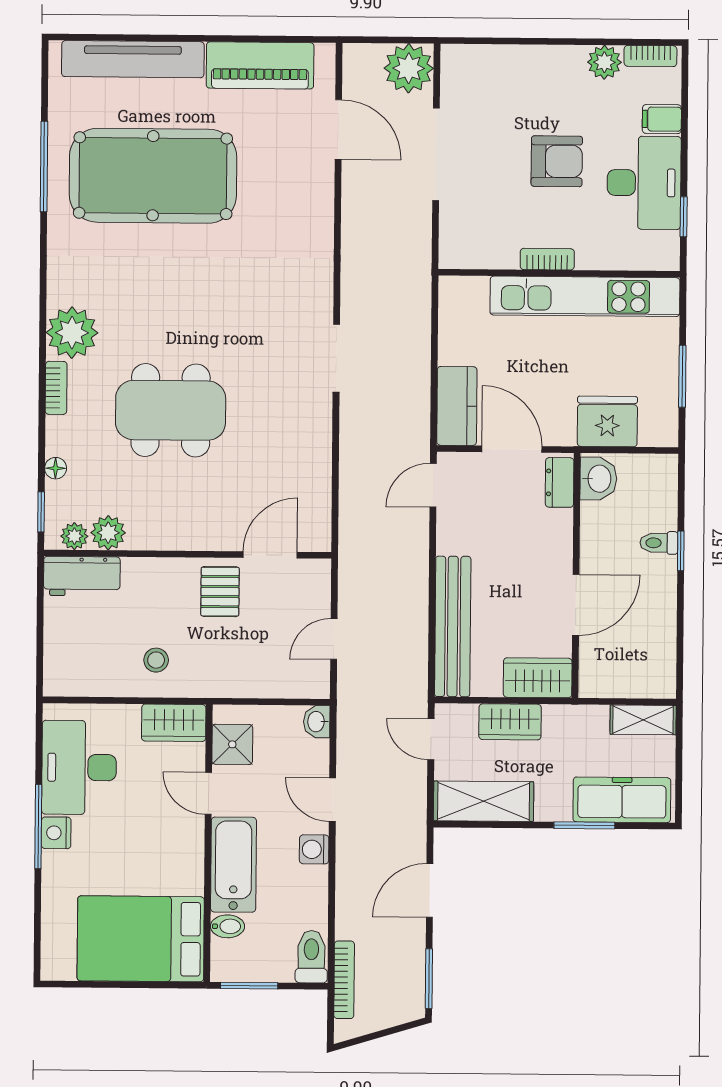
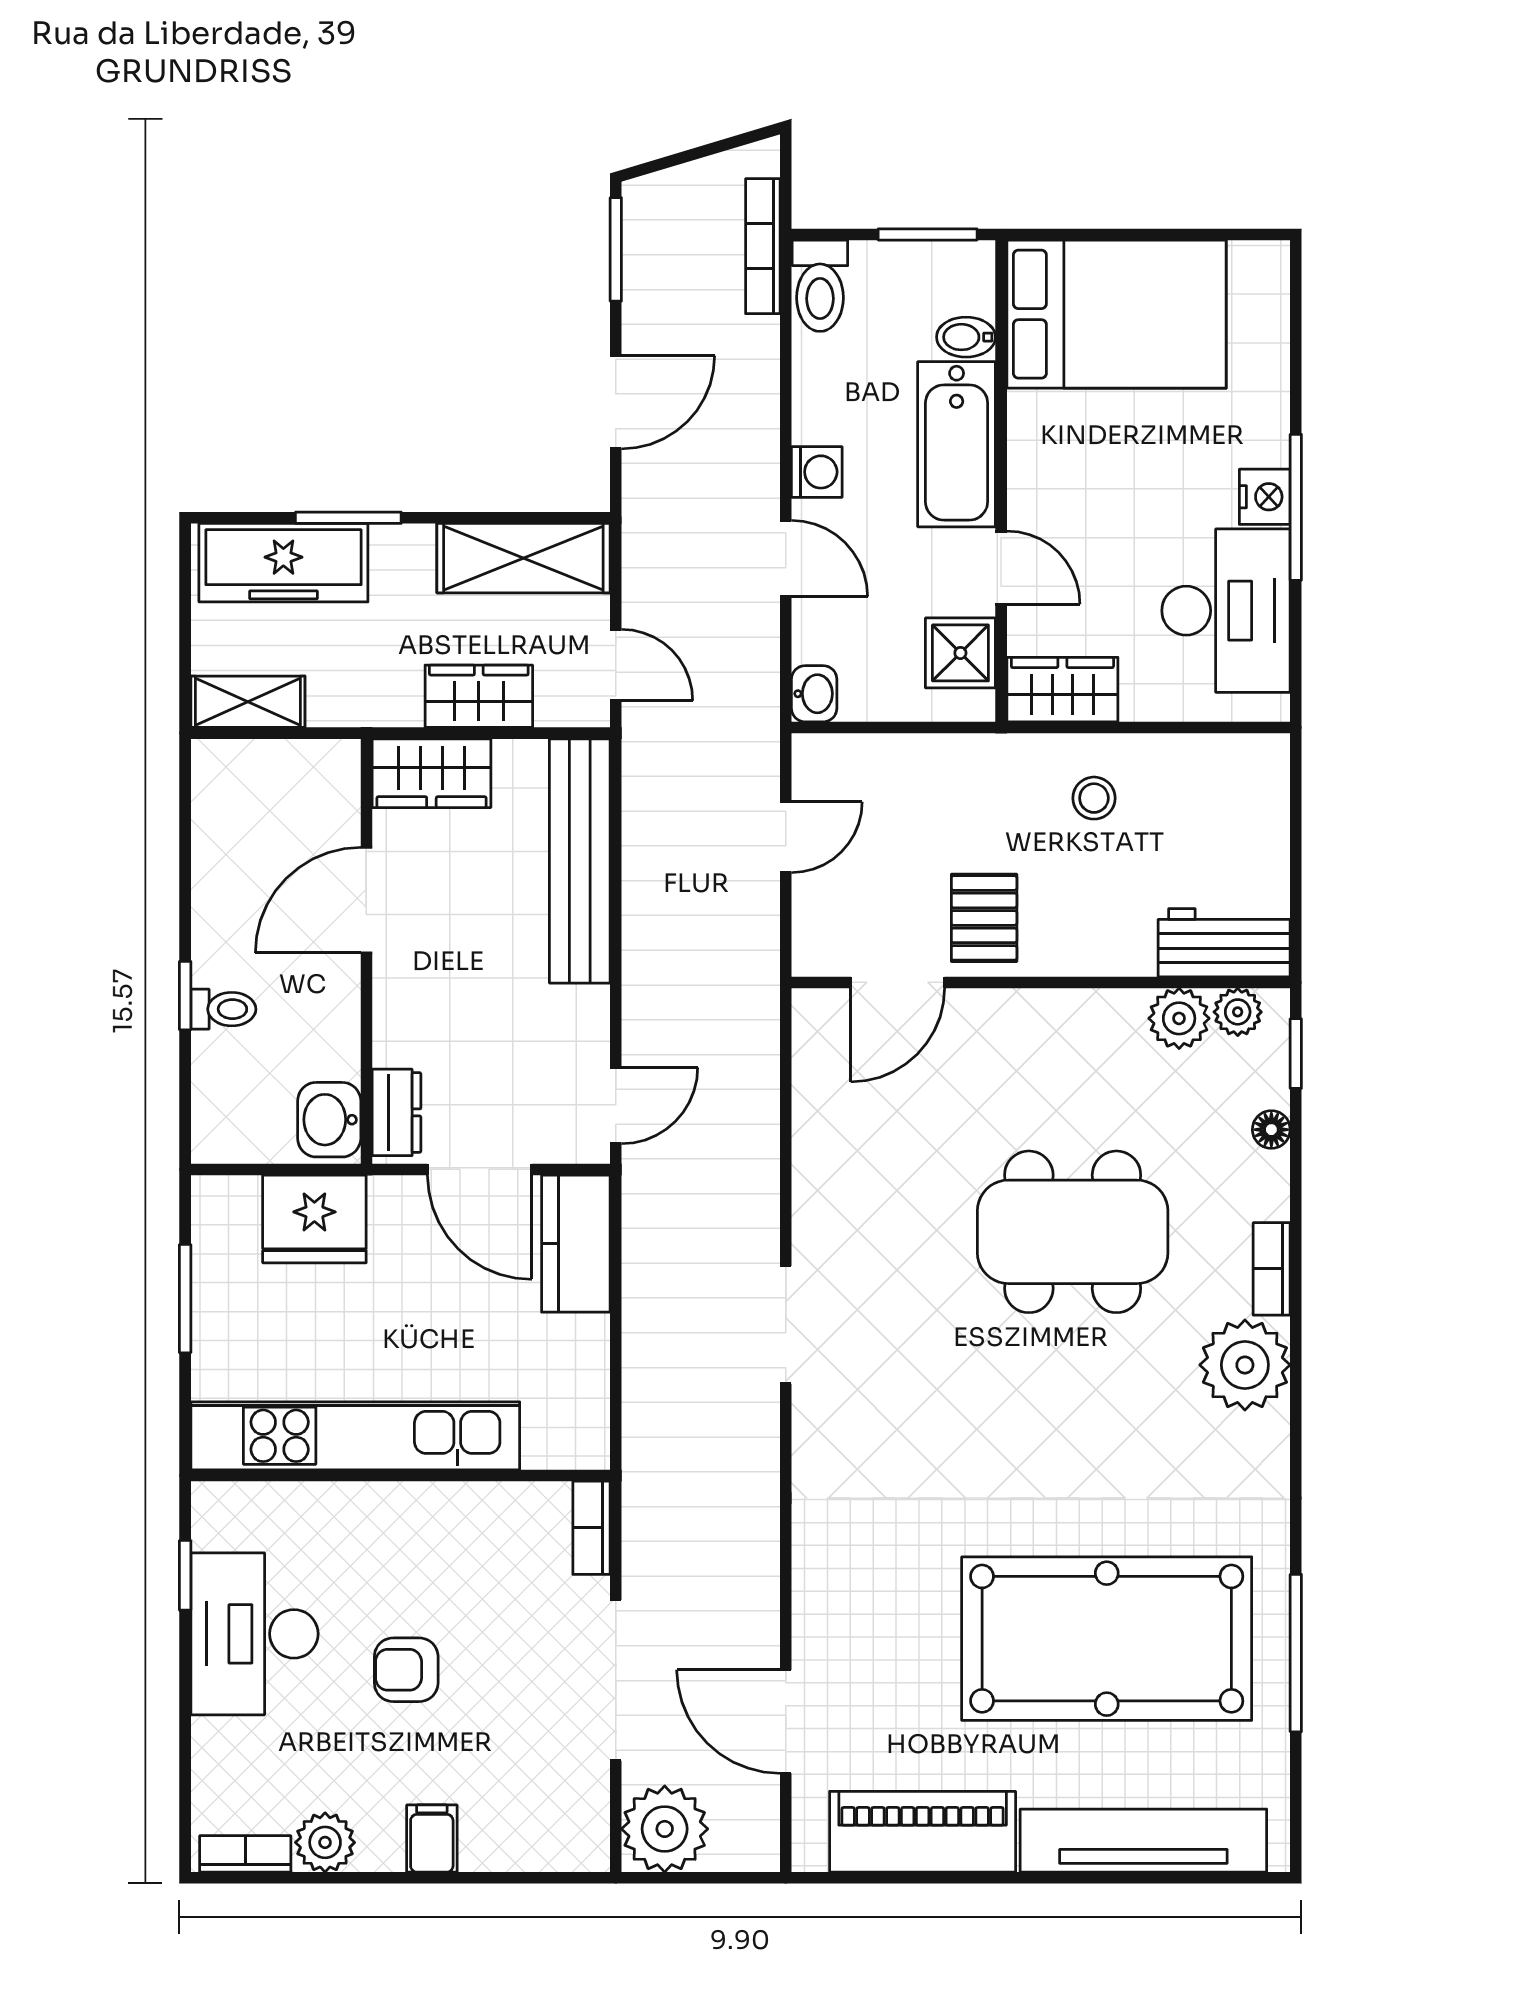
filing cabinet: (662, 119) -> (432, 1839), moved, turned -90
armchair: (557, 161) -> (406, 1670), width x0.72, depth x0.72
bookcase: (547, 259) -> (591, 1528), moved, turned 90

